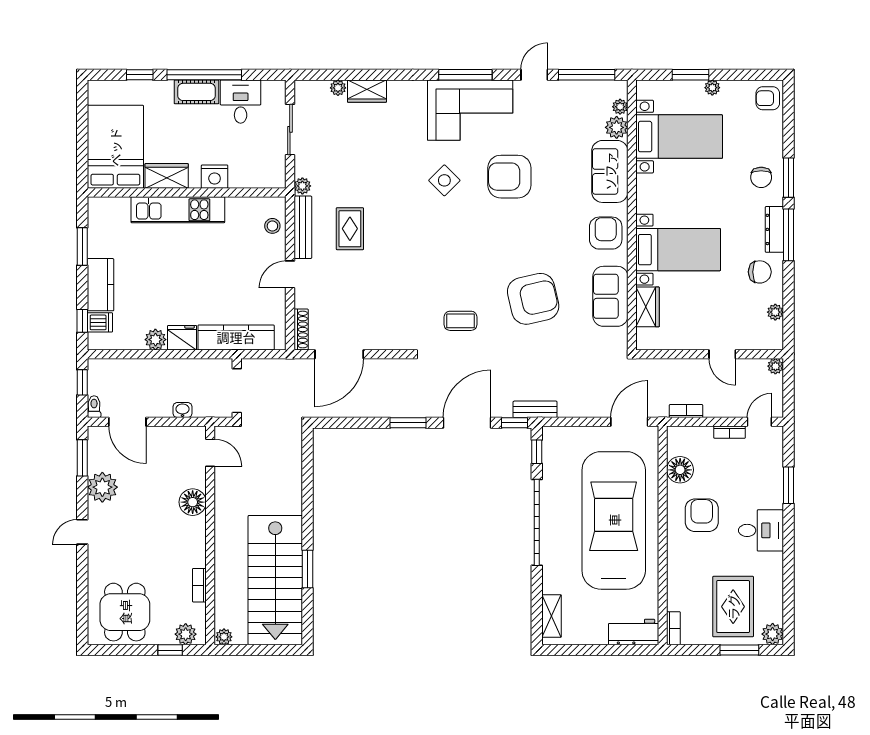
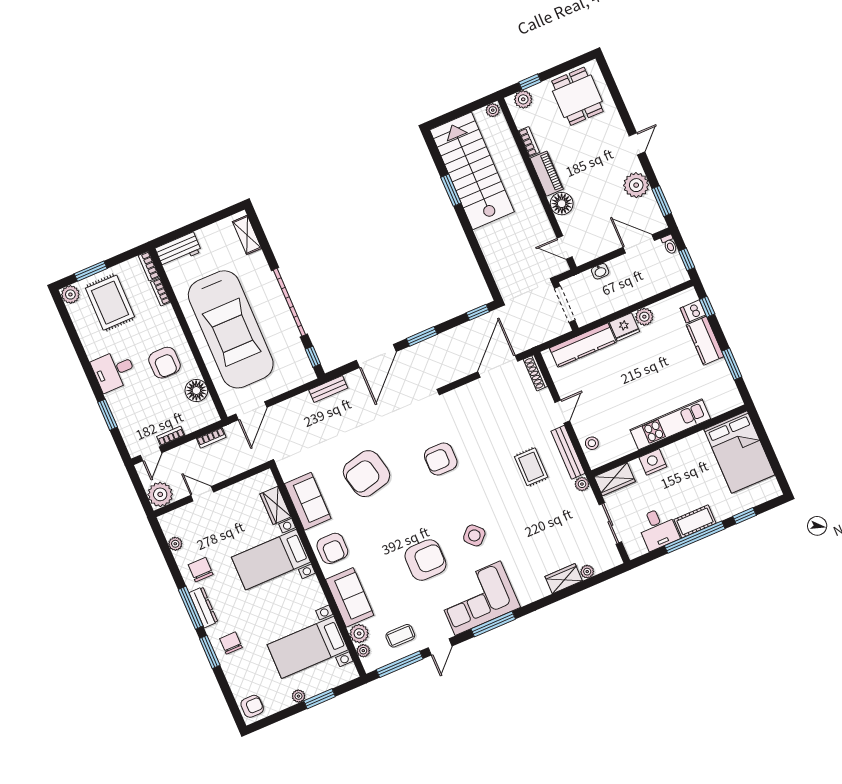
wardrobe: (167, 176) -> (615, 479), moved
chair: (760, 272) -> (201, 570), turned 90
armchair: (445, 280) -> (441, 459), added
coffee table: (461, 321) -> (400, 636), moved
plant: (775, 366) -> (160, 494), width x1.87, depth x1.87
window: (514, 423) -> (478, 312), moved
piano: (195, 542) -> (547, 174), added
bookcase: (673, 594) -> (160, 292), added

